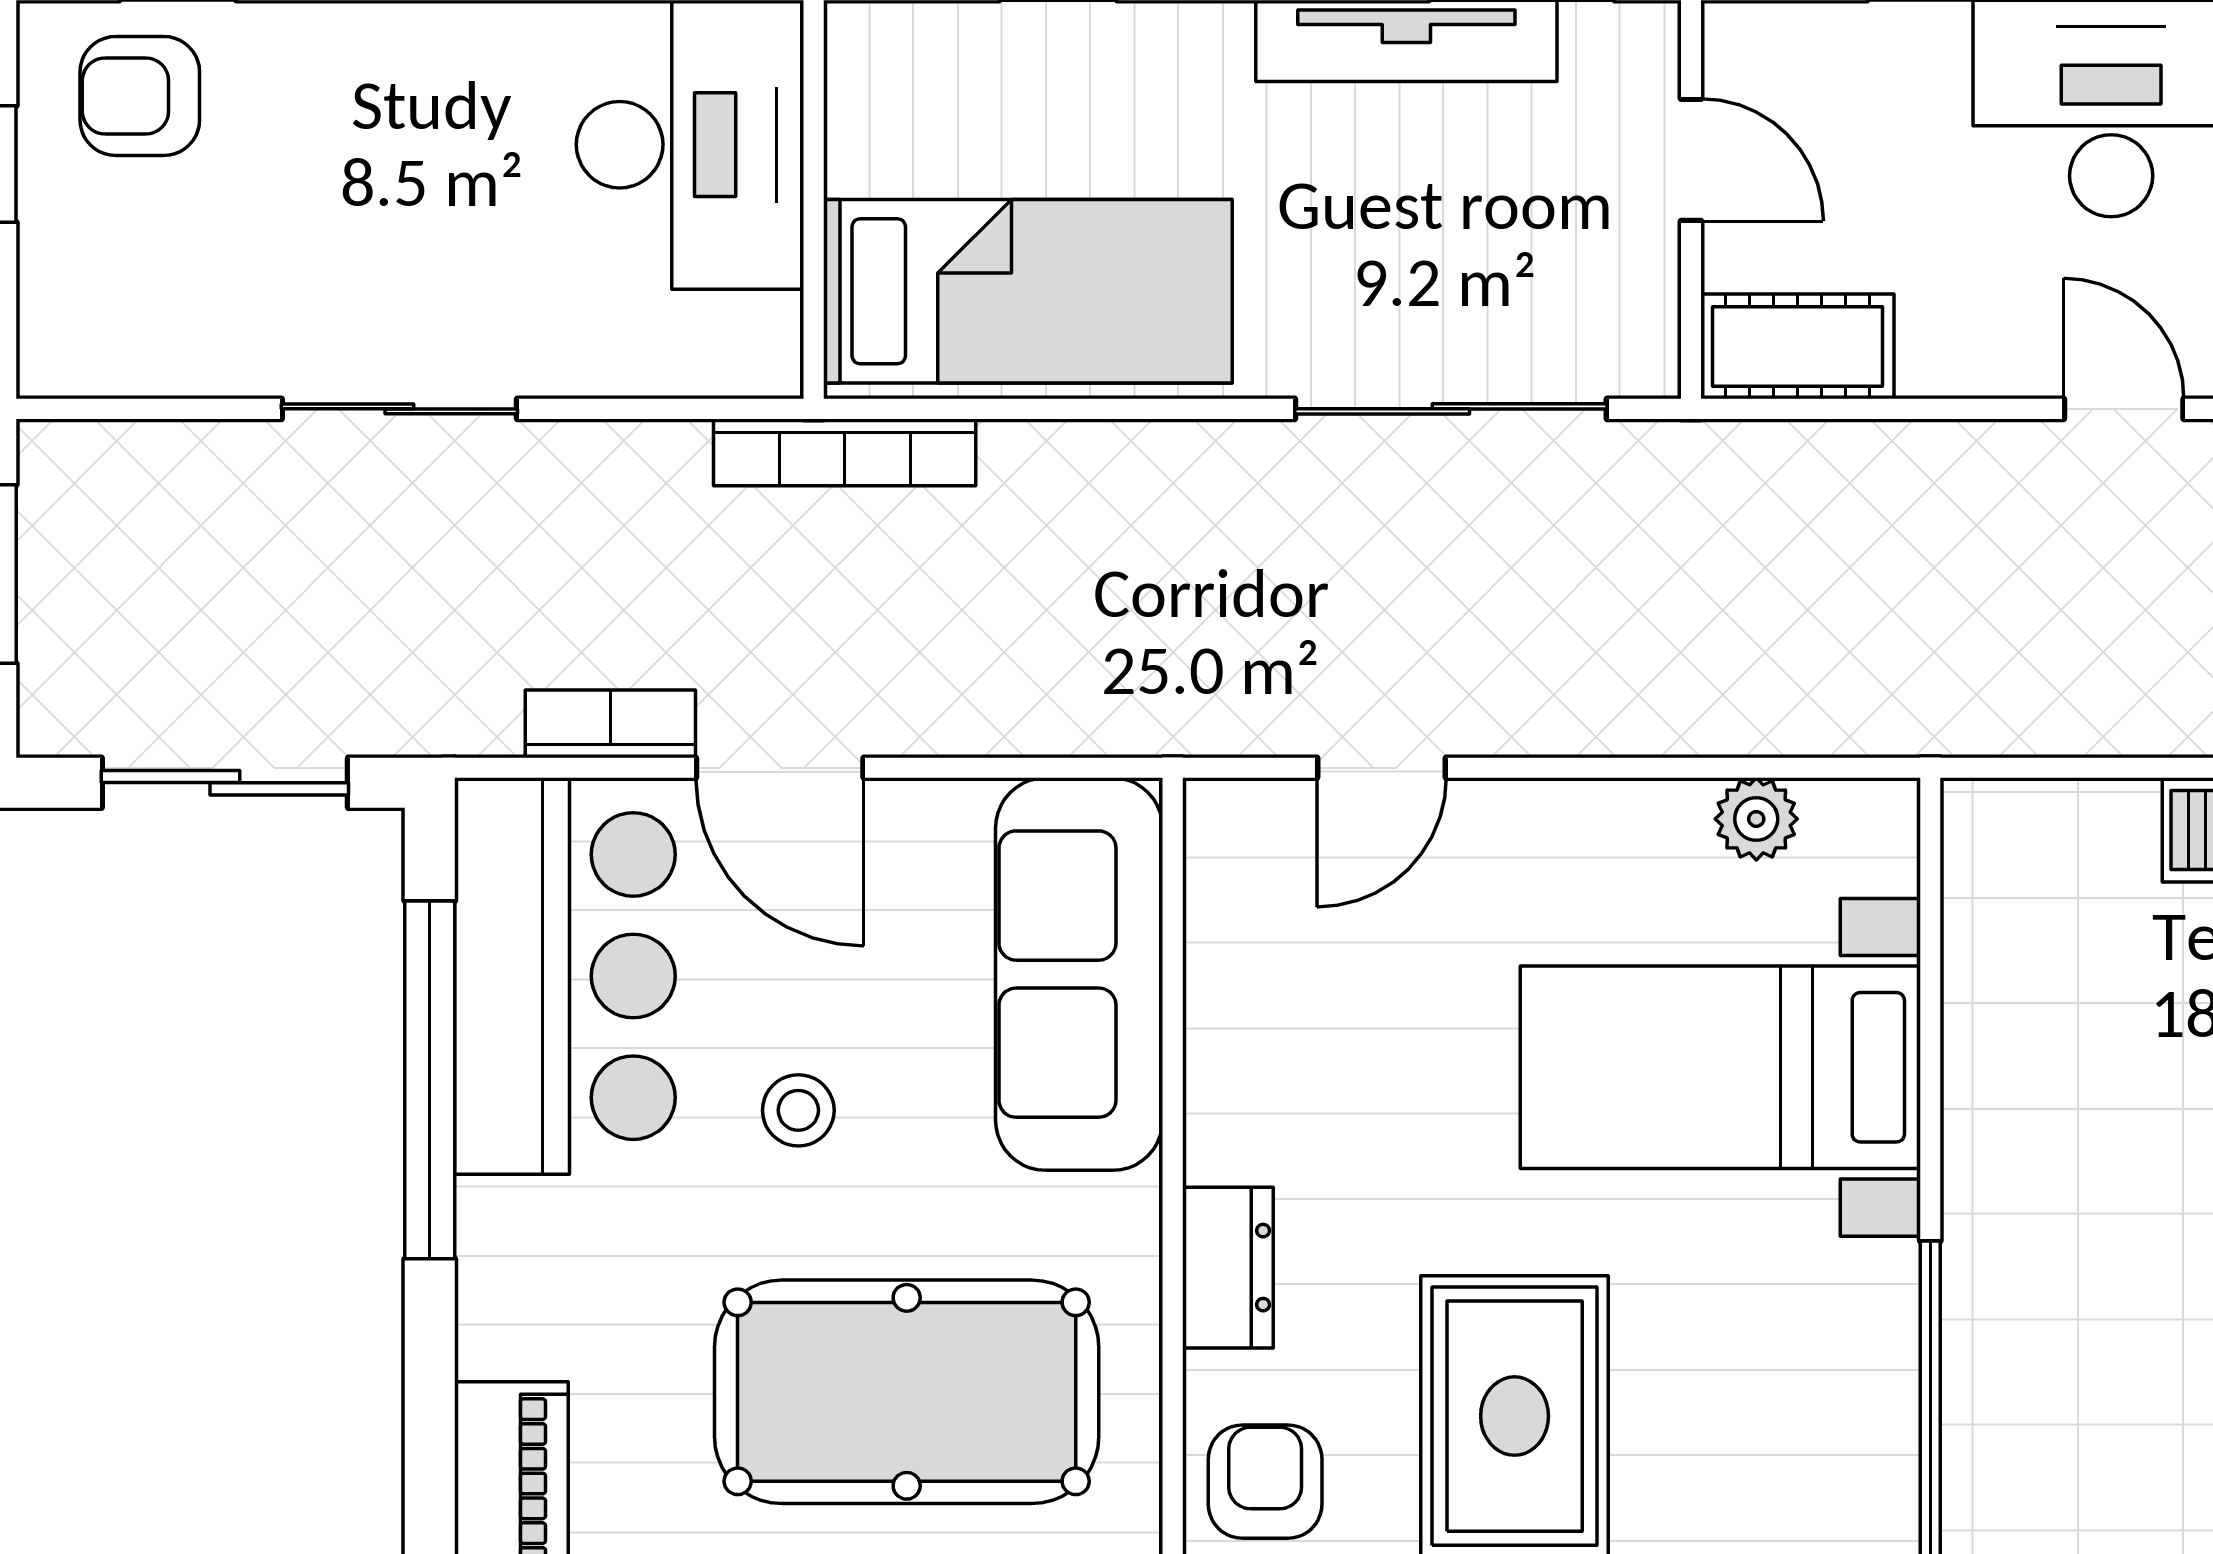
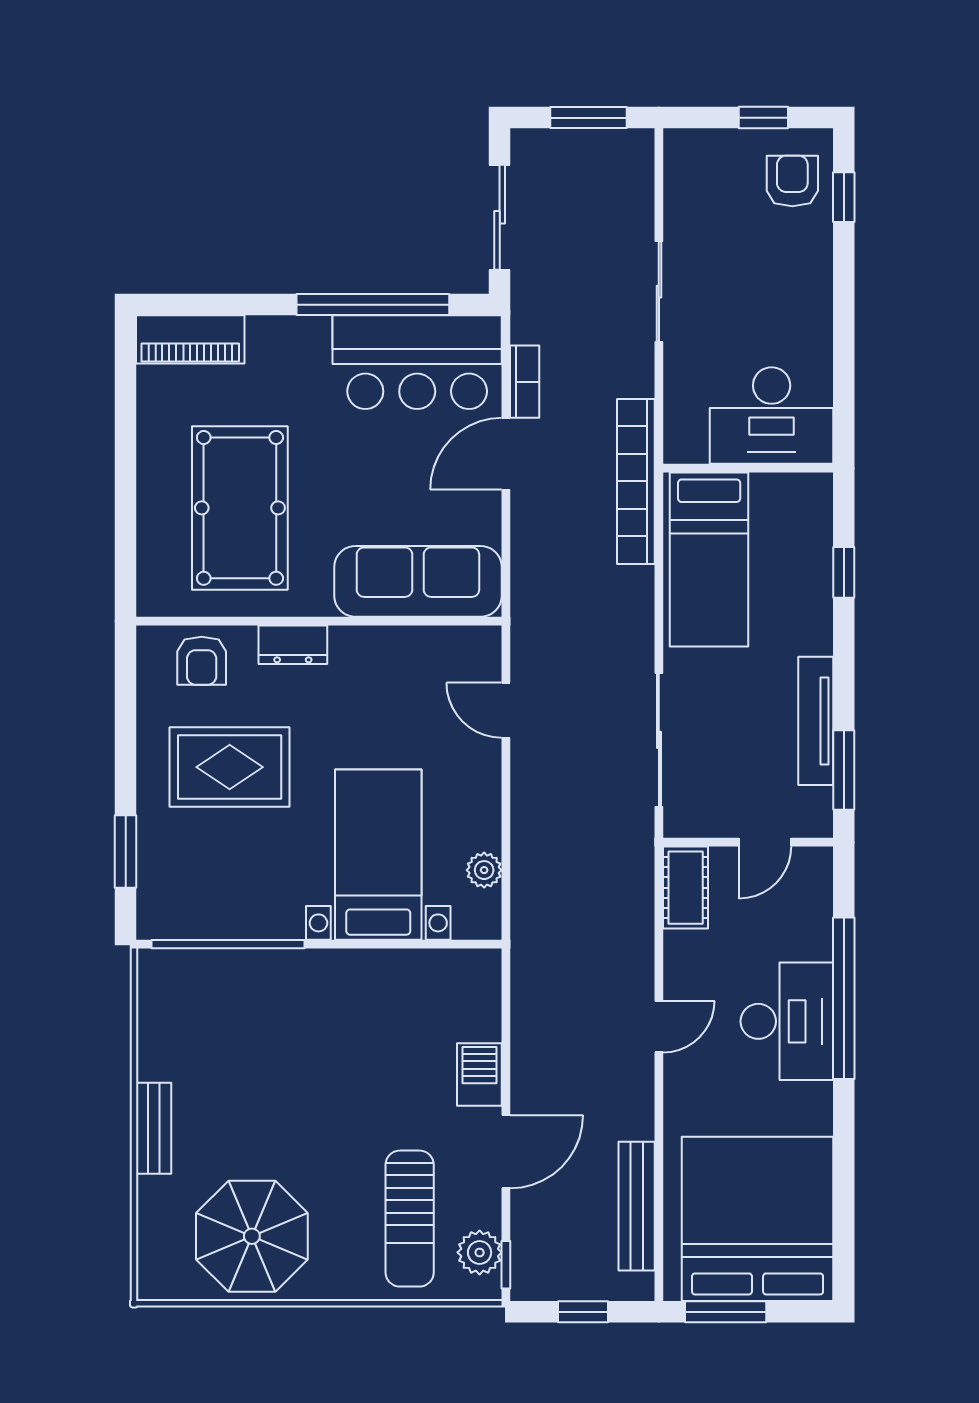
bookcase: (845, 452) -> (636, 481), width x1.48, depth x1.31
stool: (798, 1110) -> (360, 462), removed
armchair: (1265, 1482) -> (202, 661), turned 90

